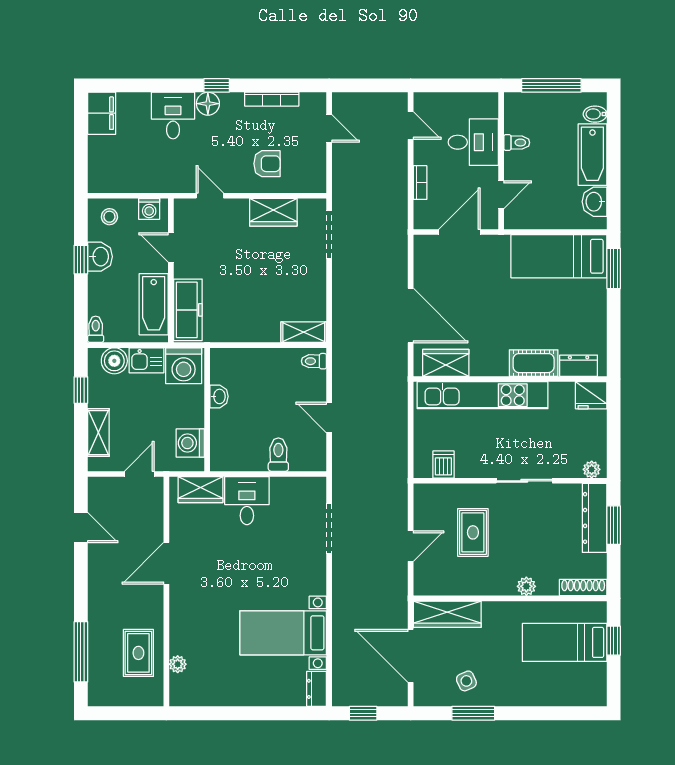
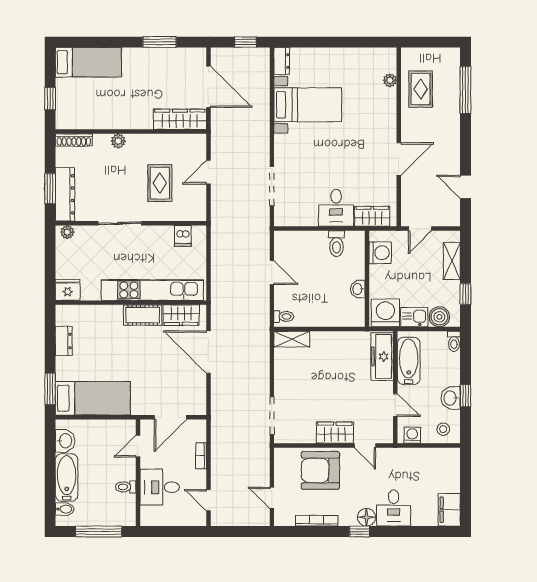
armchair: (267, 164) -> (320, 470), width x1.88, depth x1.88
wardrobe: (273, 212) -> (335, 433), moved
cot: (534, 363) -> (143, 315), moved
dresser: (579, 366) -> (64, 341), moved, turned -90
toilet: (278, 455) -> (337, 244), moved
bed: (565, 642) -> (88, 62), moved
side table: (466, 681) -> (165, 67), removed

